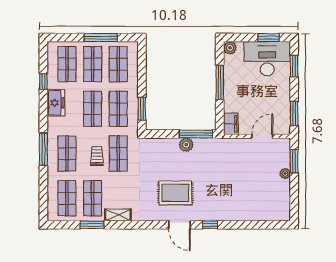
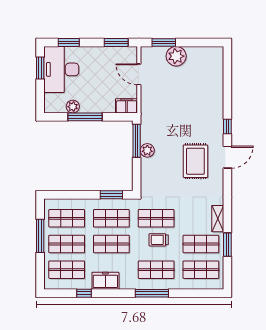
plant: (230, 48) -> (73, 107), moved
plant: (285, 173) -> (176, 56), width x1.88, depth x1.88

